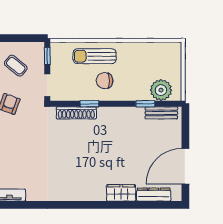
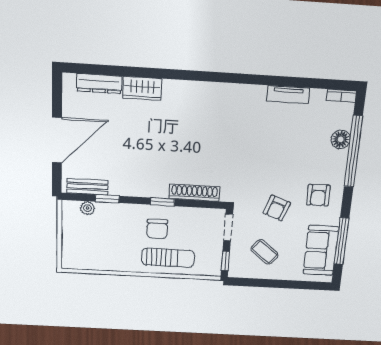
chair: (105, 81) -> (157, 229), turned 89
plant: (161, 90) -> (87, 208), width x0.53, depth x0.53
window: (89, 104) -> (163, 202), moved
door: (185, 166) -> (57, 140), moved

